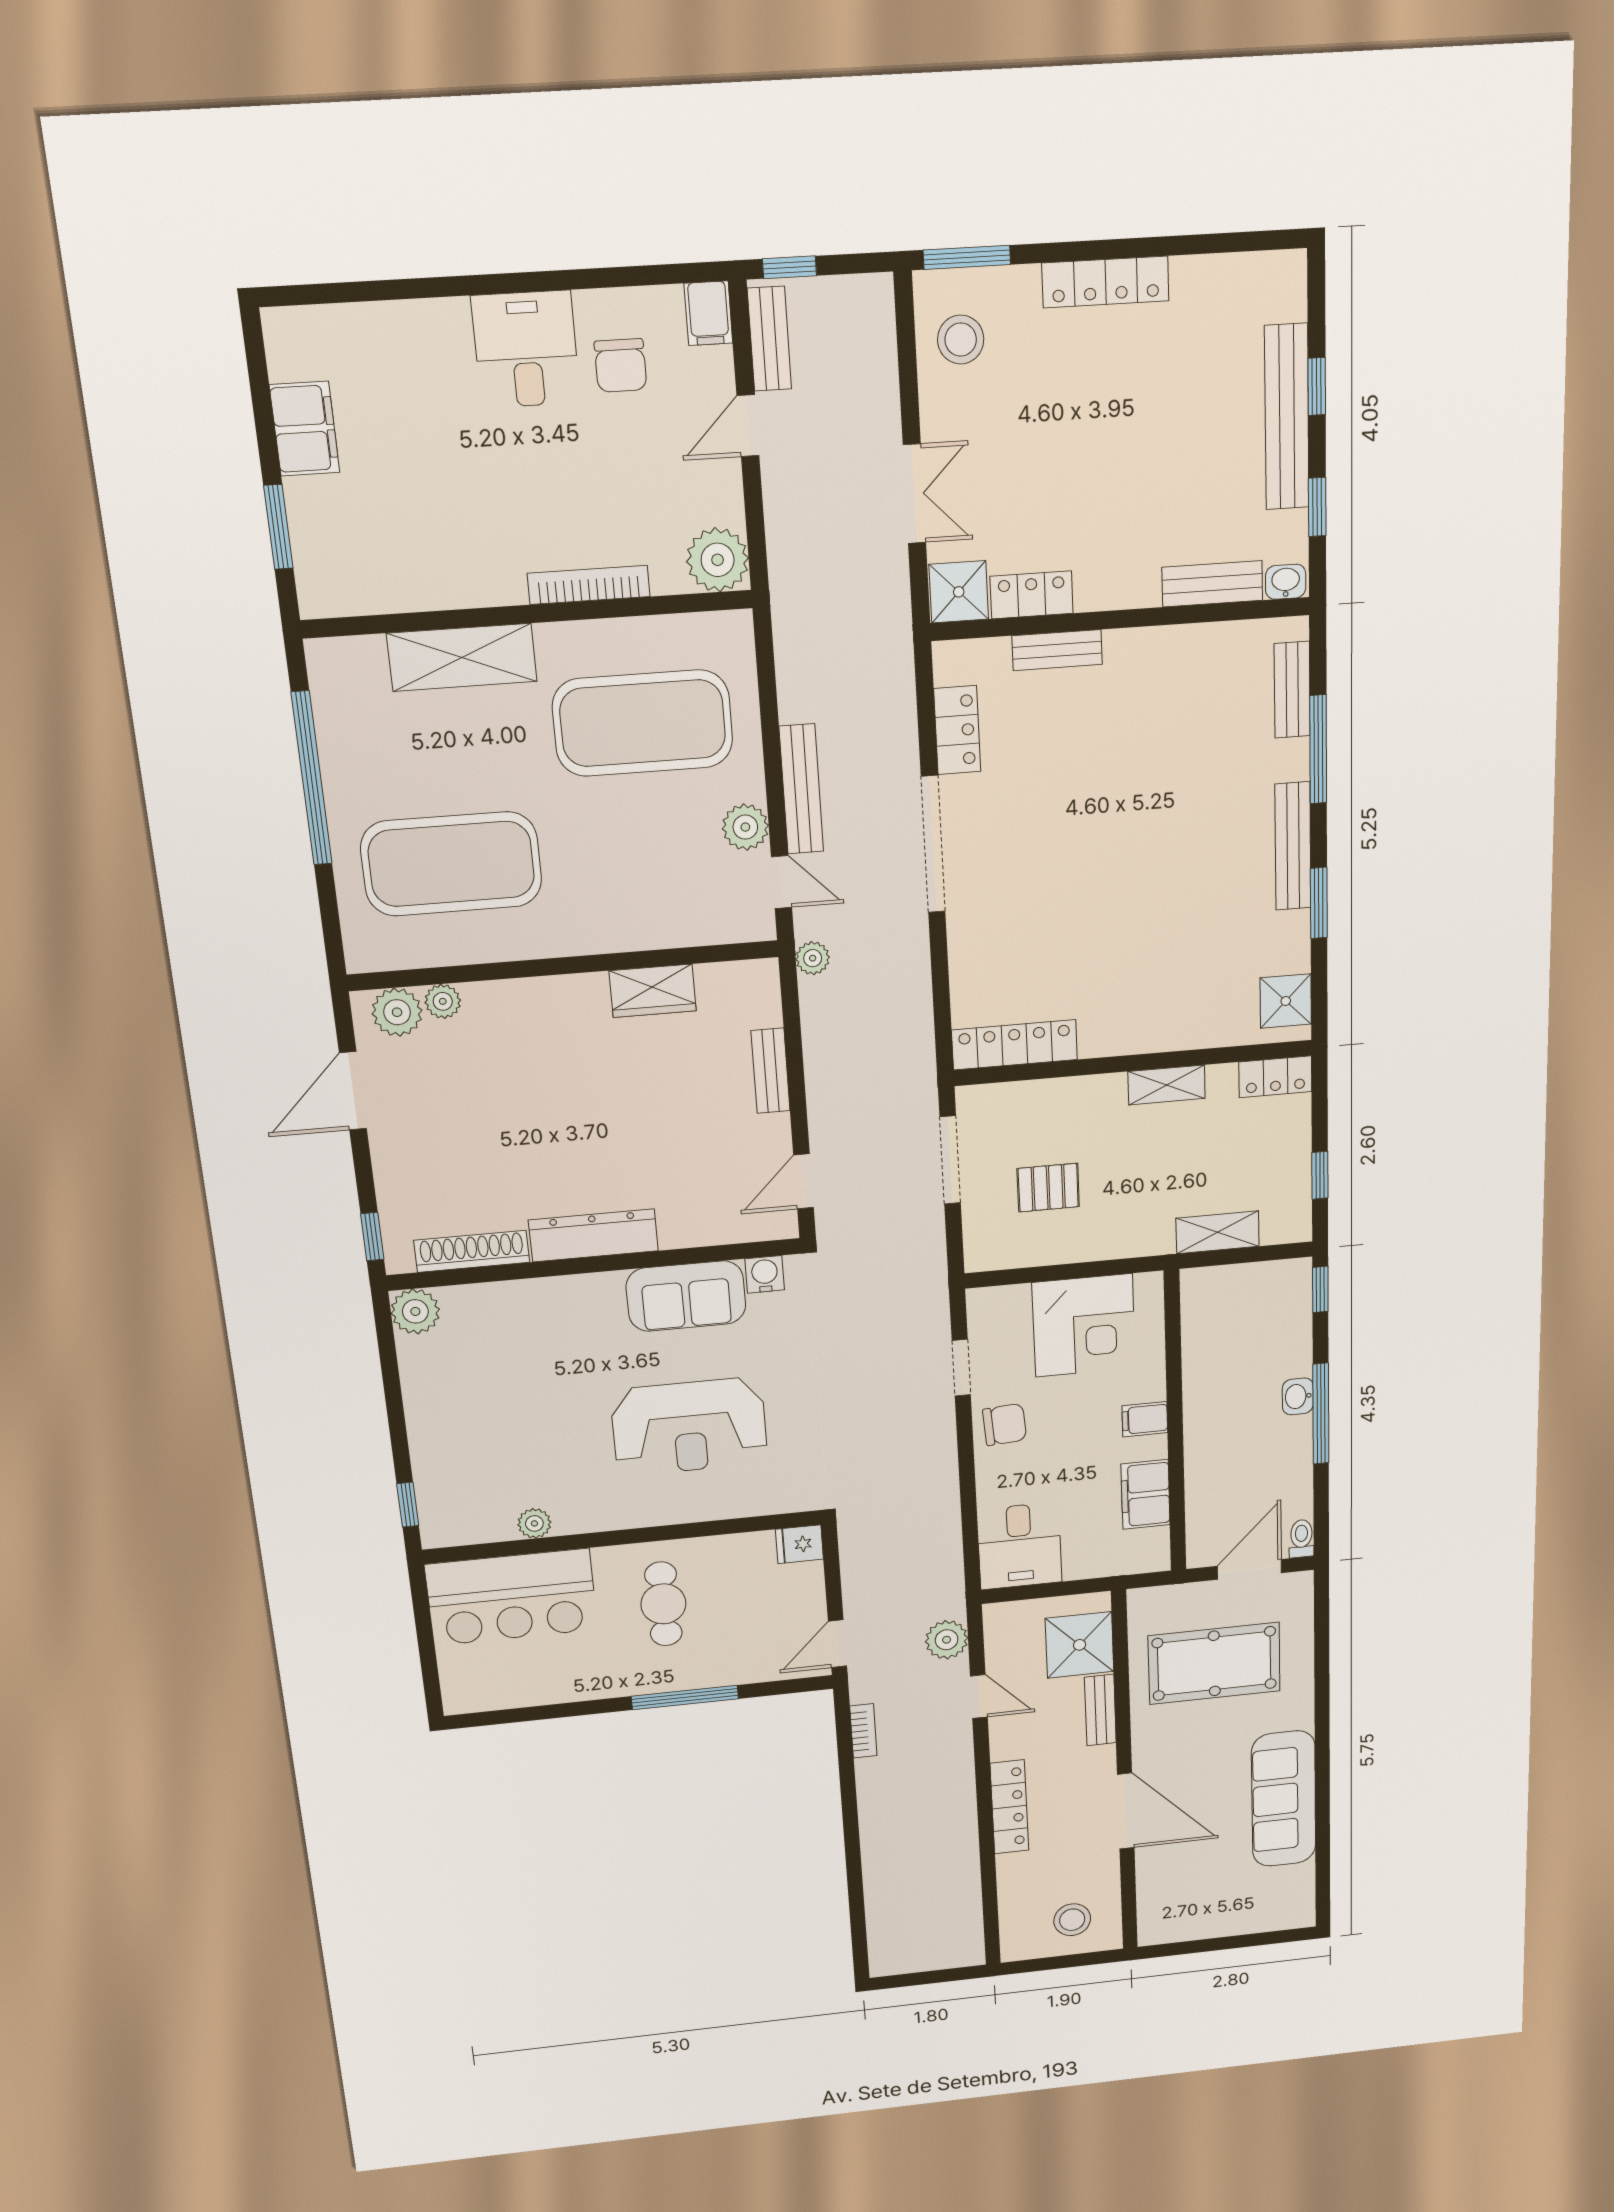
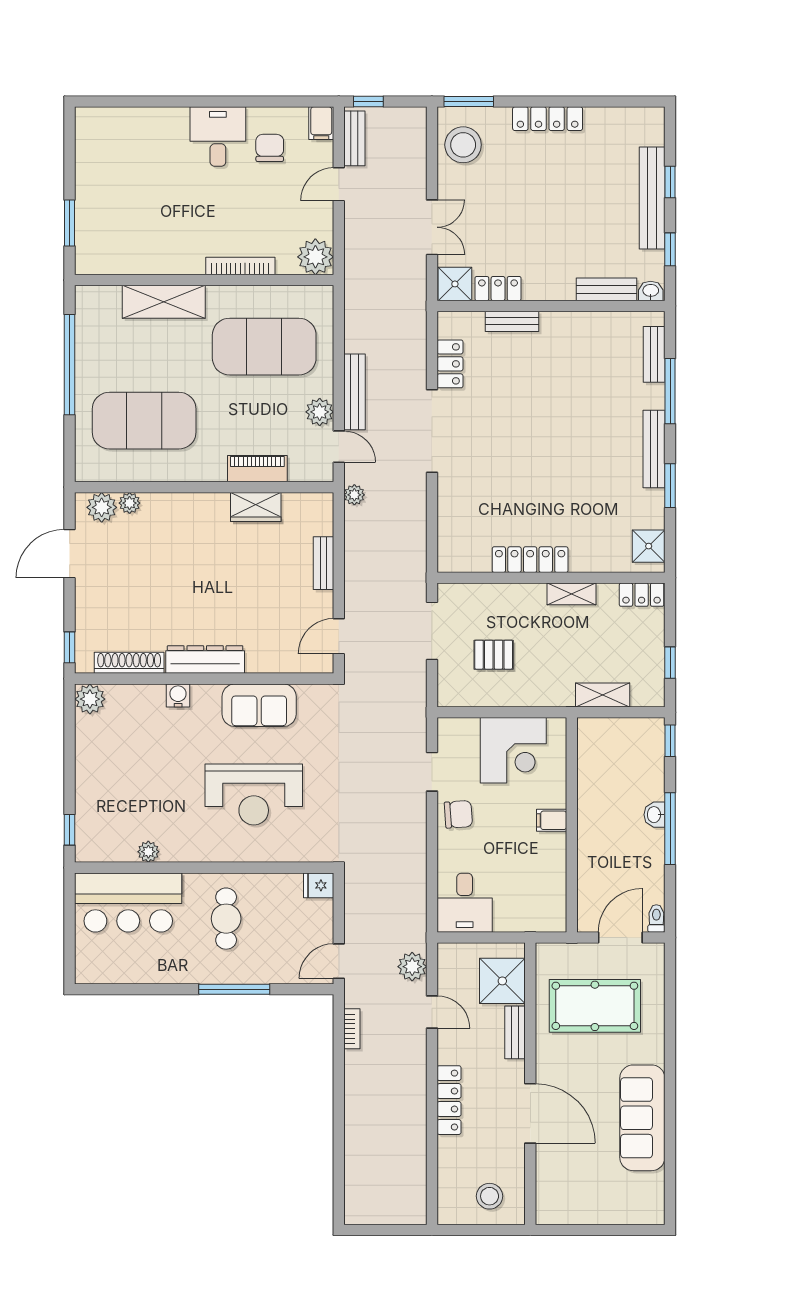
stool: (961, 340) -> (463, 145), width x1.38, depth x1.38
chair: (621, 365) -> (270, 148), turned 180
filing cabinet: (305, 429) -> (91, 171), removed
piano: (650, 929) -> (257, 469), added
locker: (1015, 1045) -> (530, 560), moved
water cooler: (765, 1274) -> (178, 696), moved
filing cabinet: (1146, 1495) -> (551, 874), removed

